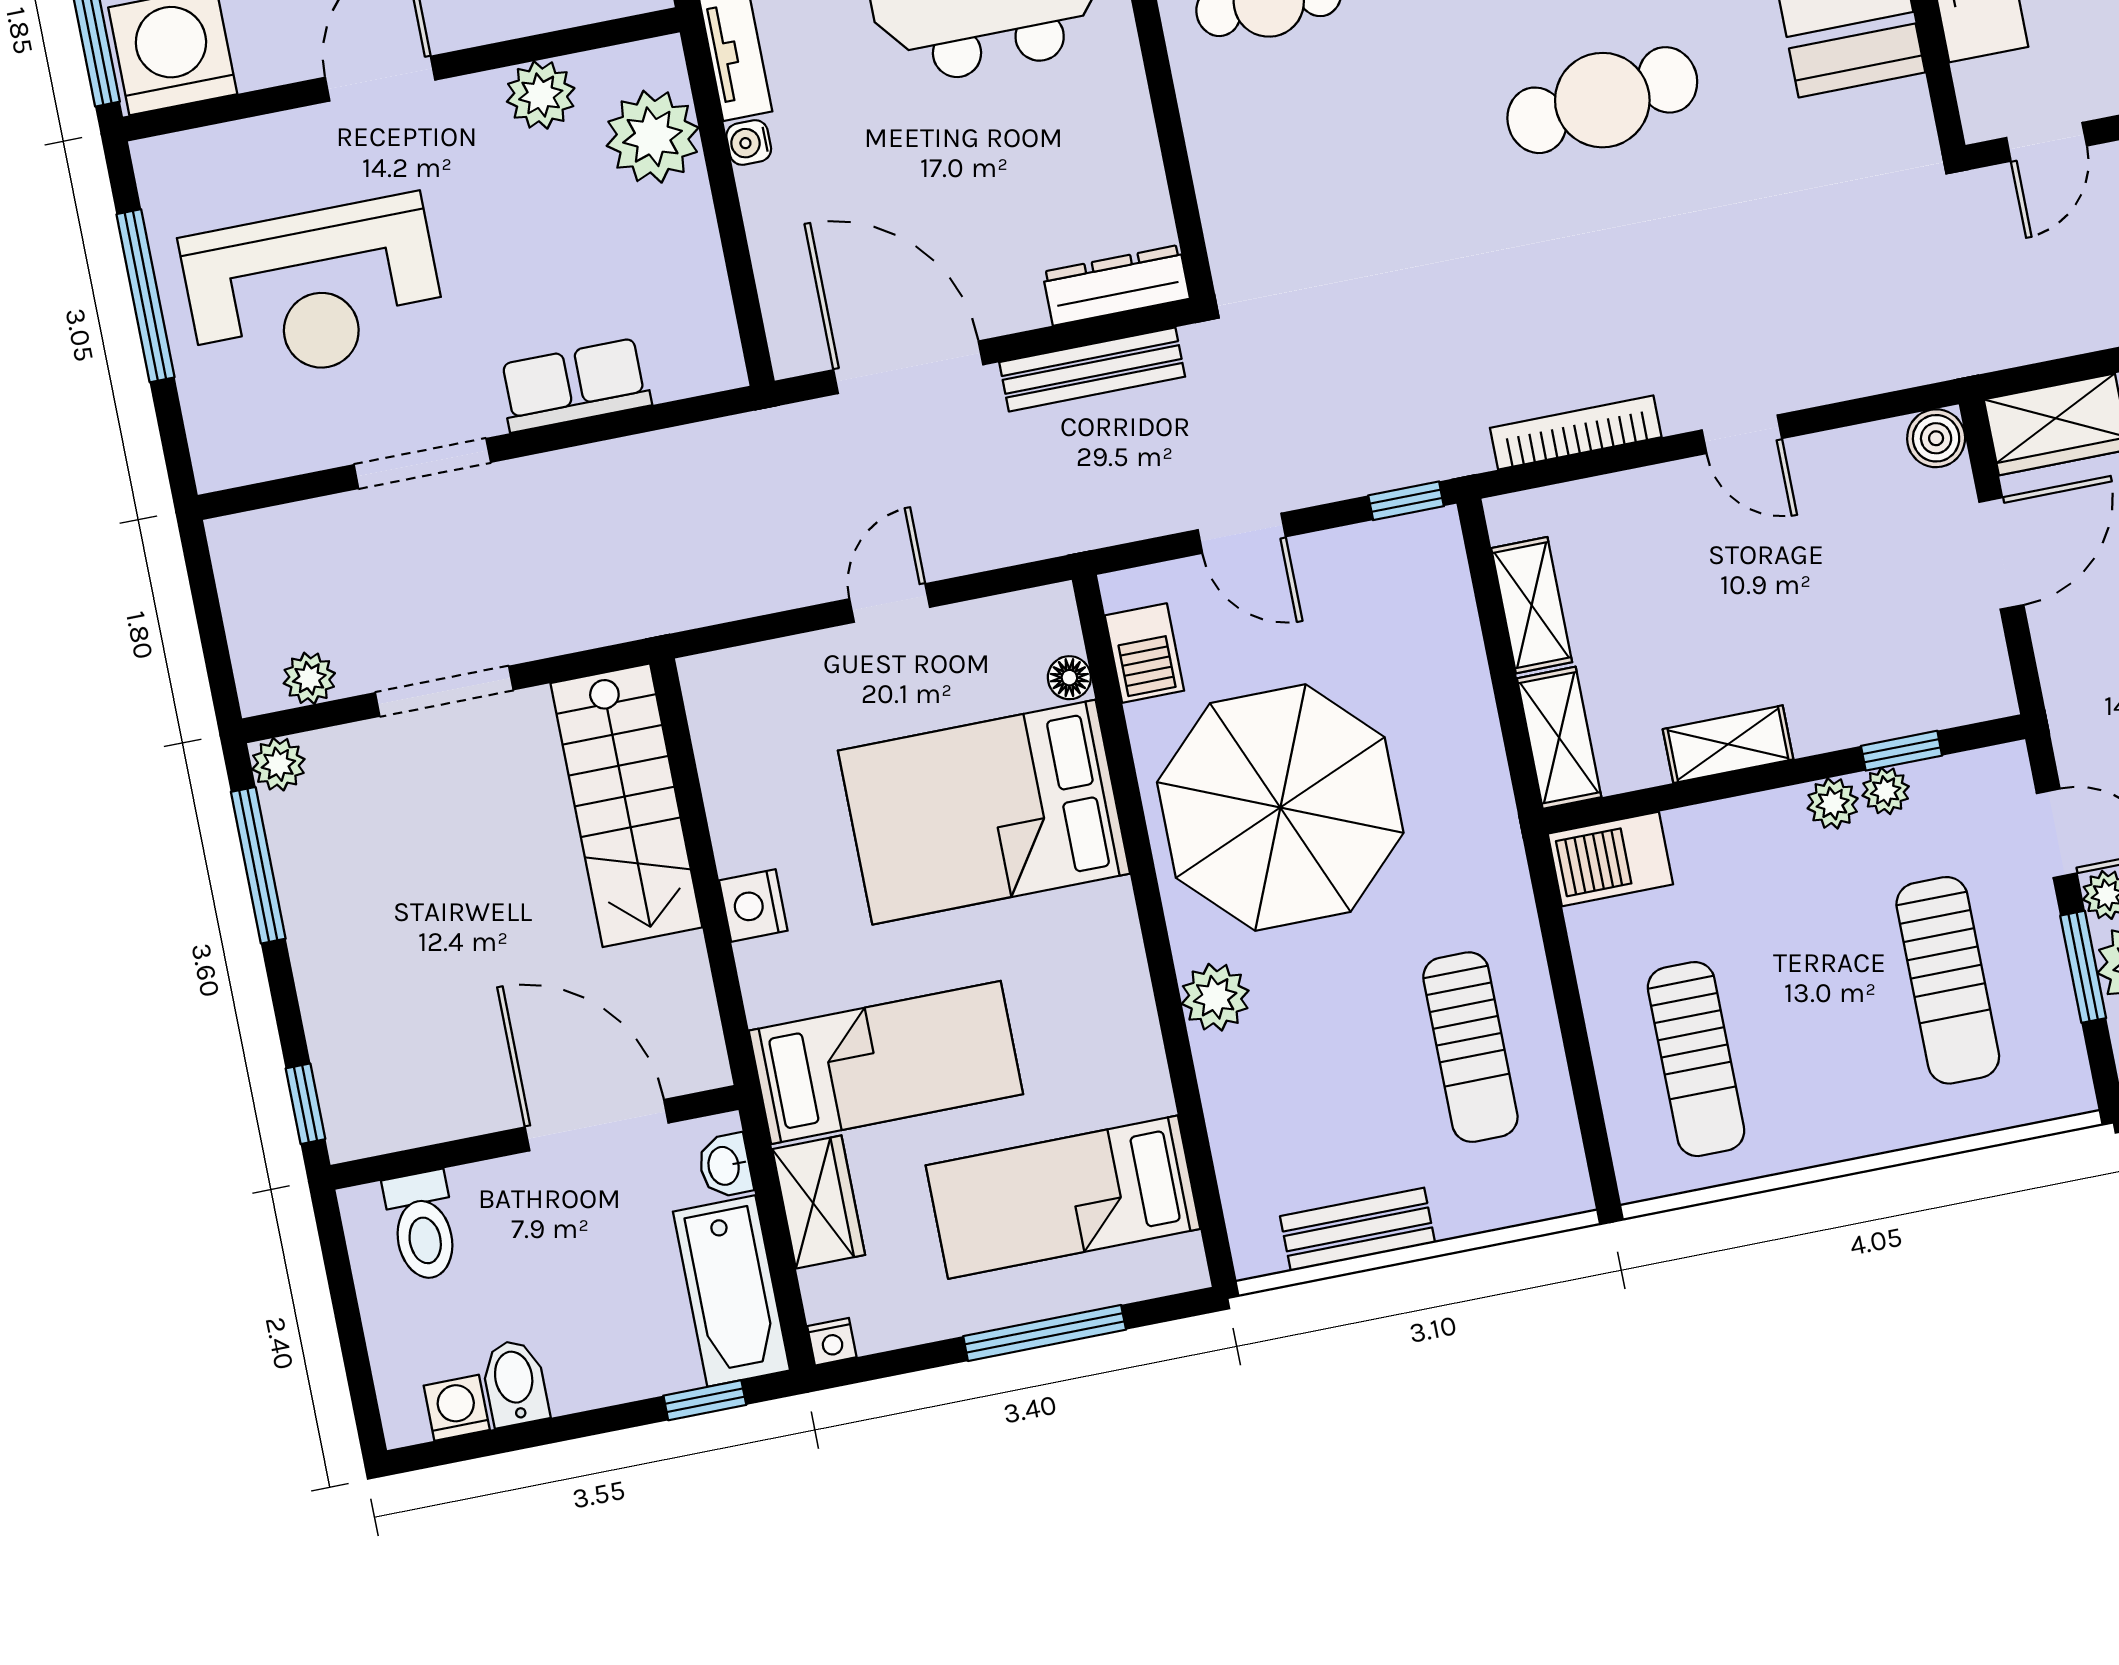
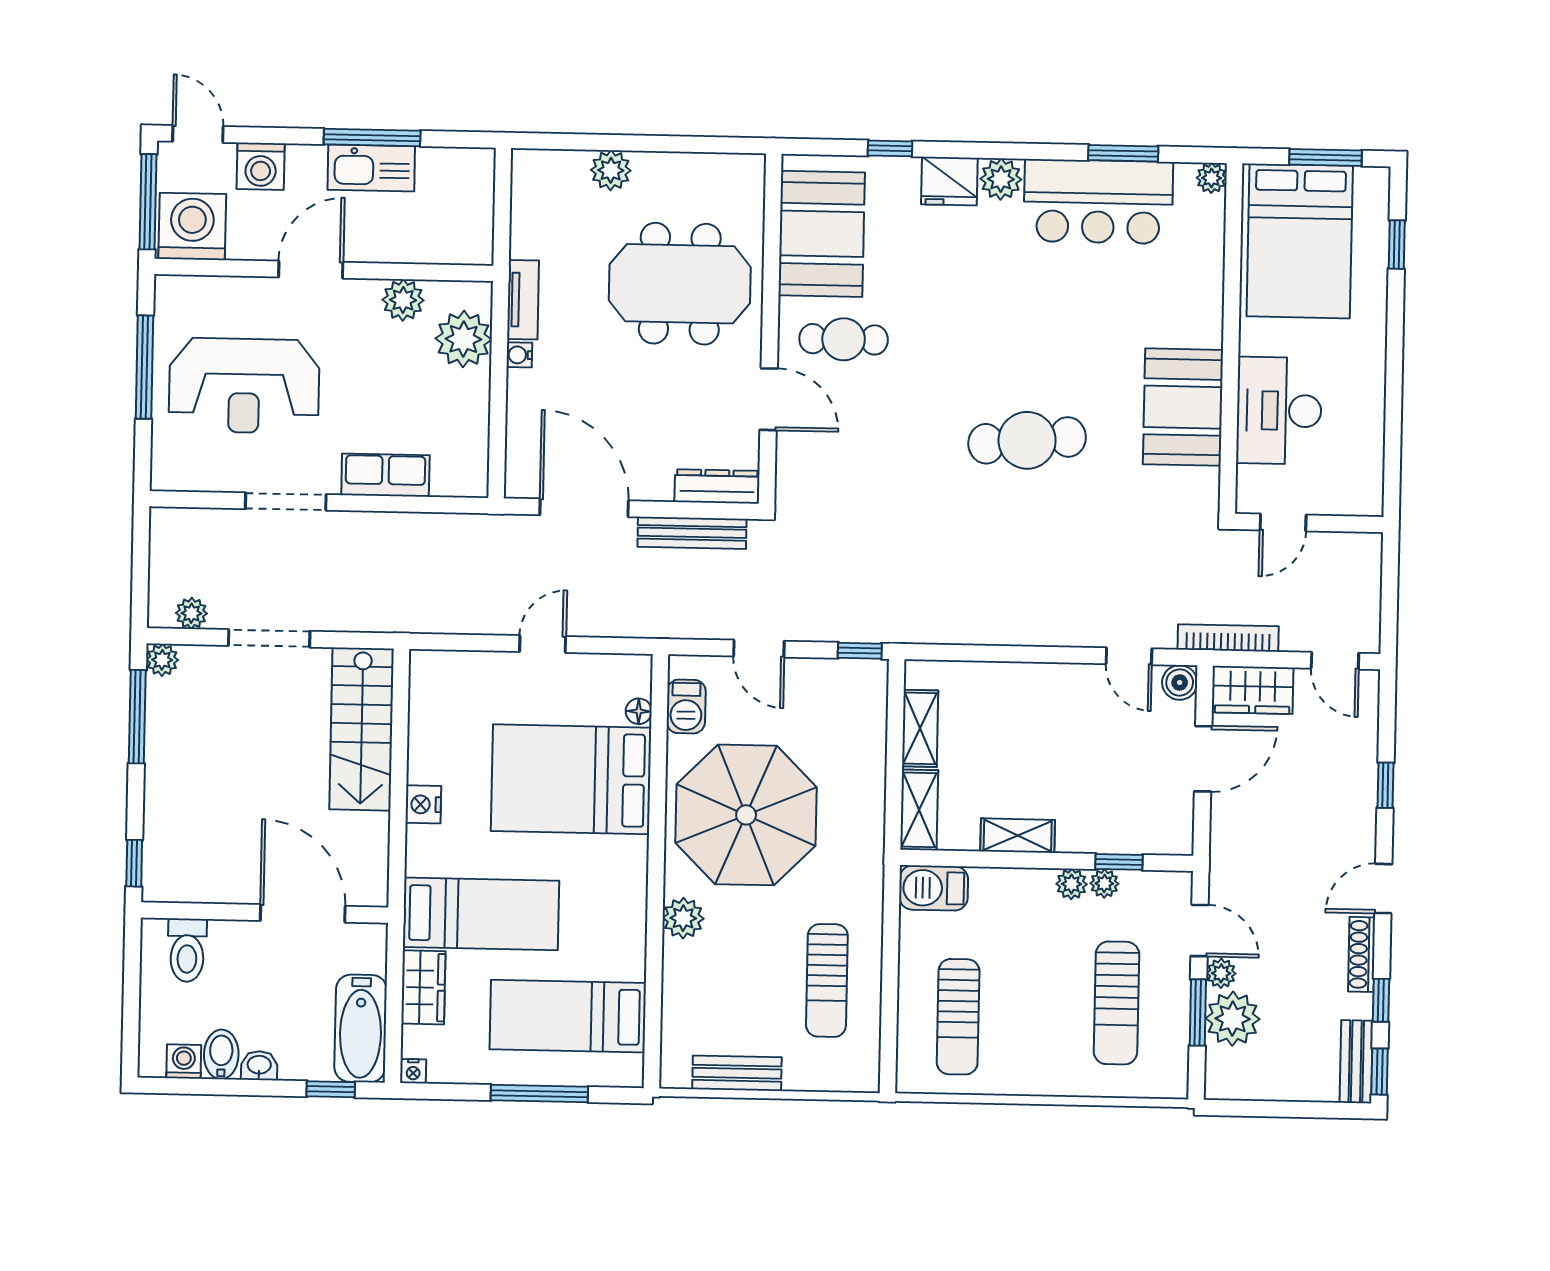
door: (1169, 125) -> (769, 399), added
bookcase: (1576, 432) -> (1228, 638), moved
door: (1742, 434) -> (1129, 656), moved
washbasin: (725, 1166) -> (259, 1066), moved, turned 90

